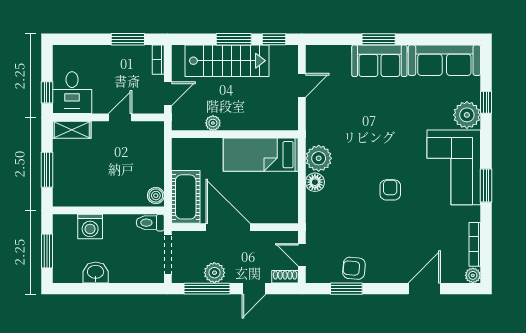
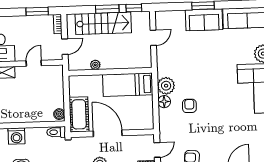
armchair: (390, 190) -> (189, 106), moved
door: (302, 255) -> (157, 150), swing flipped

